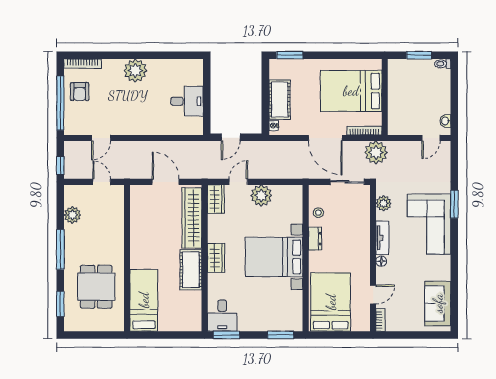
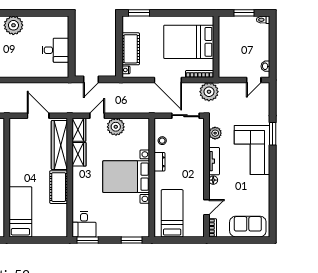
wardrobe: (216, 258) -> (79, 154), moved
bed: (331, 302) -> (172, 213), width x0.67
sofa: (438, 303) -> (248, 227), moved, turned 90

